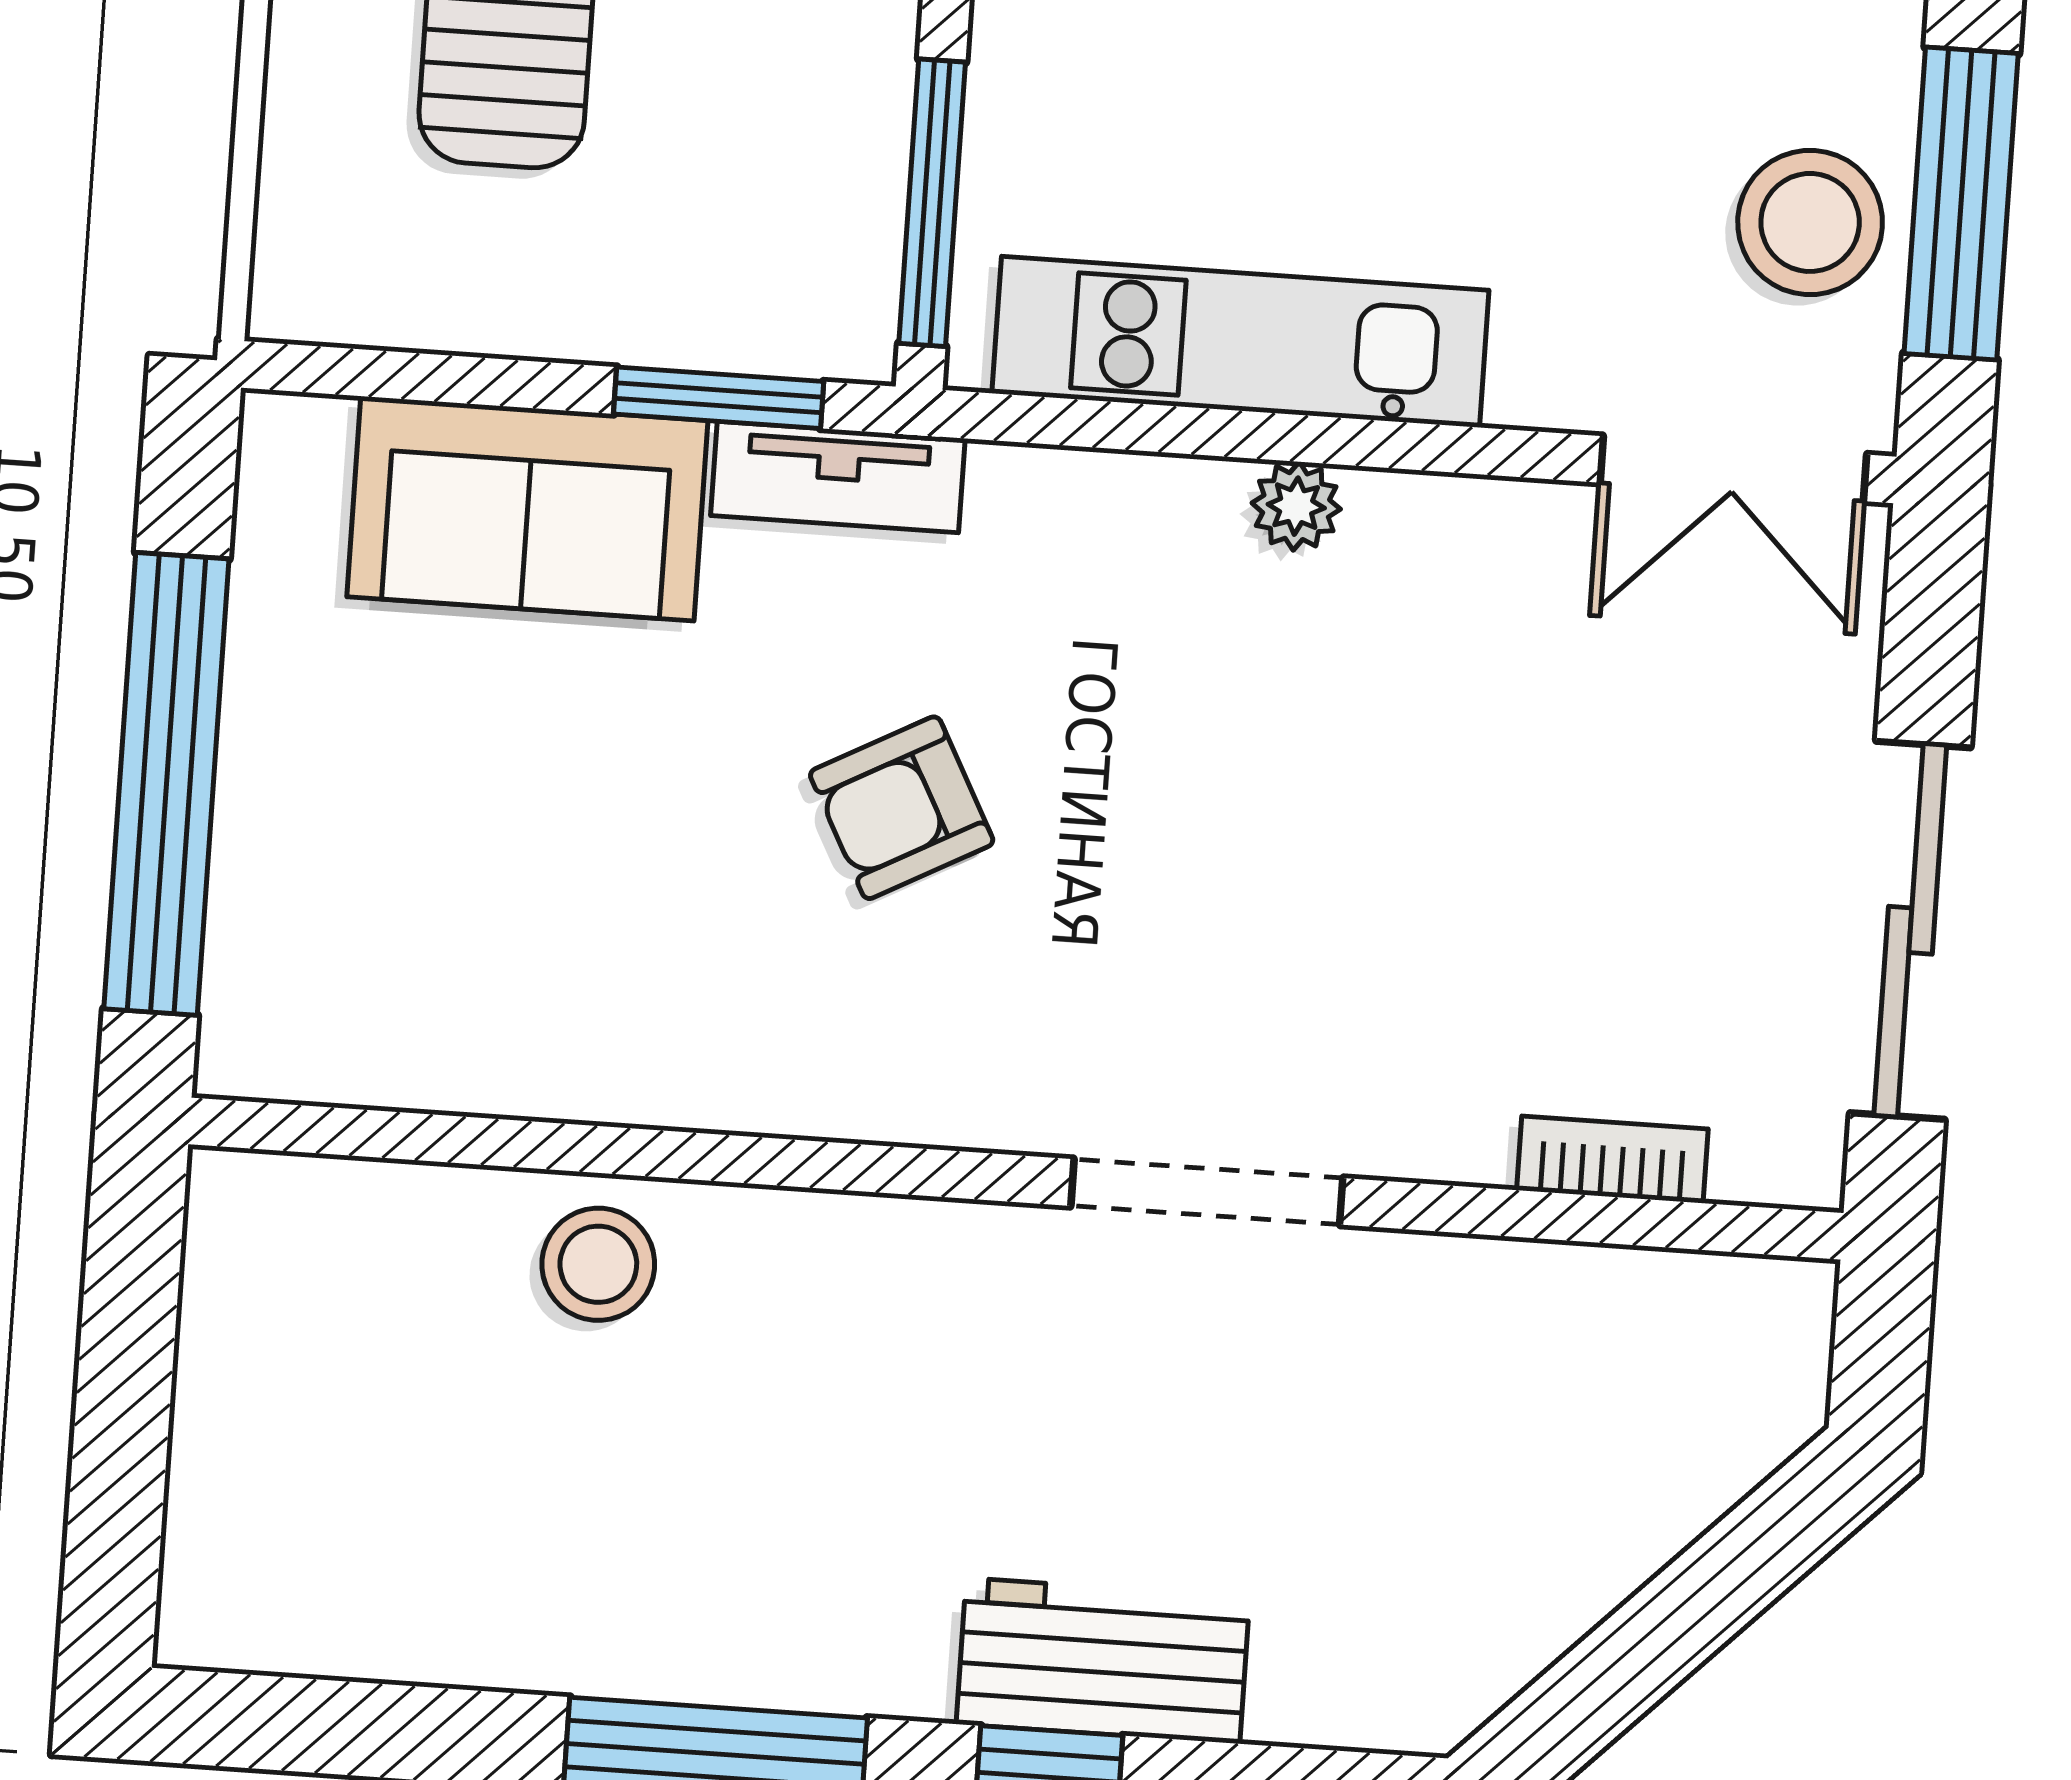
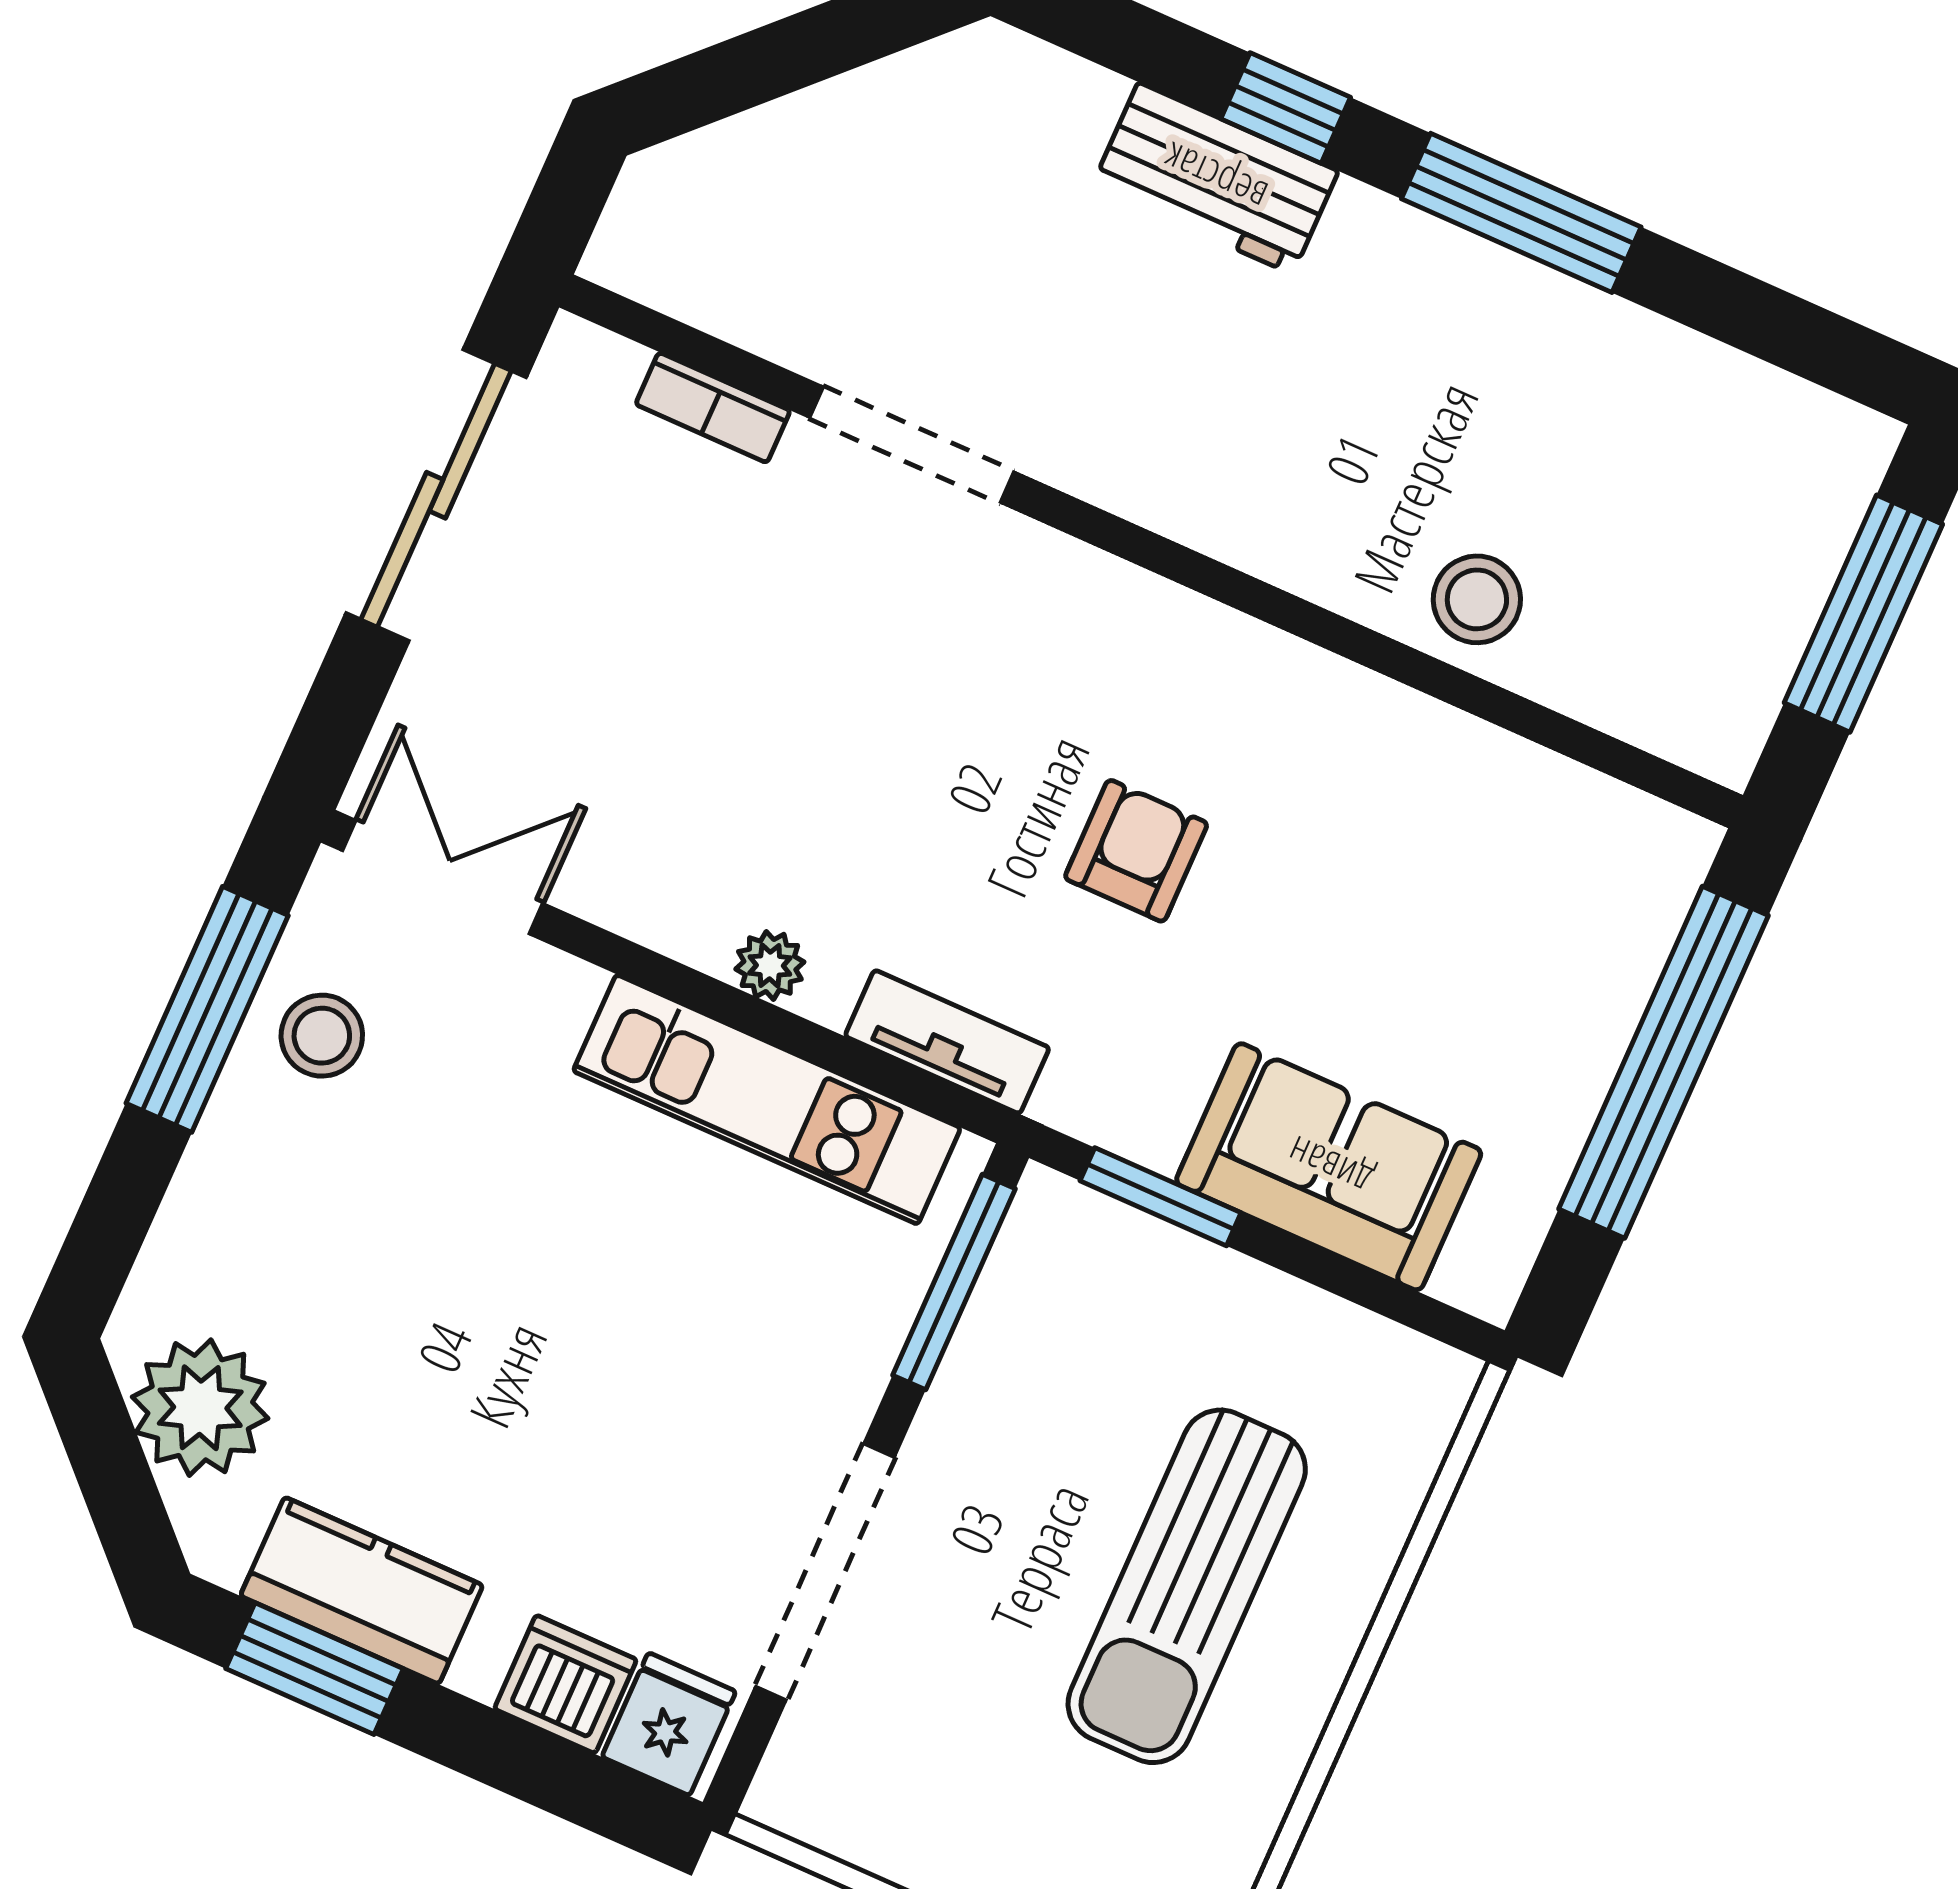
stool: (1810, 222) -> (322, 1036), width x0.73, depth x0.73
tv unit: (838, 477) -> (947, 1042), moved
armchair: (902, 808) -> (1136, 851), turned -62
doorway: (1207, 1192) -> (912, 445), moved
window: (122, 1418) -> (1863, 614), added

